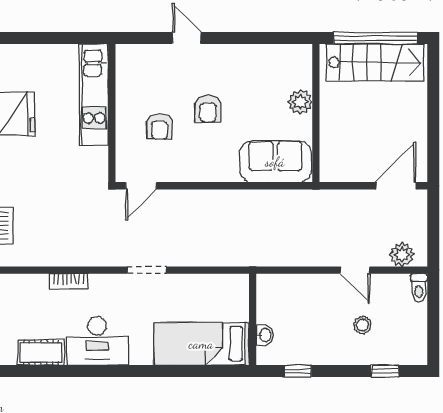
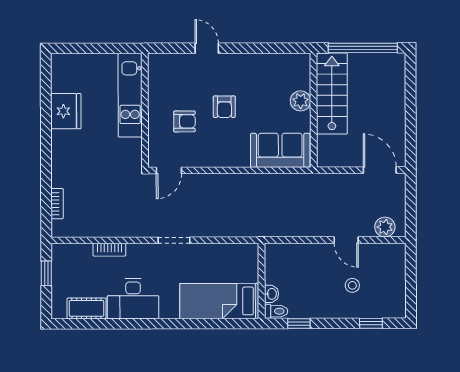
stairs: (375, 62) -> (332, 94), moved, turned -90
armchair: (160, 126) -> (184, 121), turned -90
door: (396, 186) -> (380, 170), hinge flipped
toilet: (419, 288) -> (276, 311), moved, turned -90

